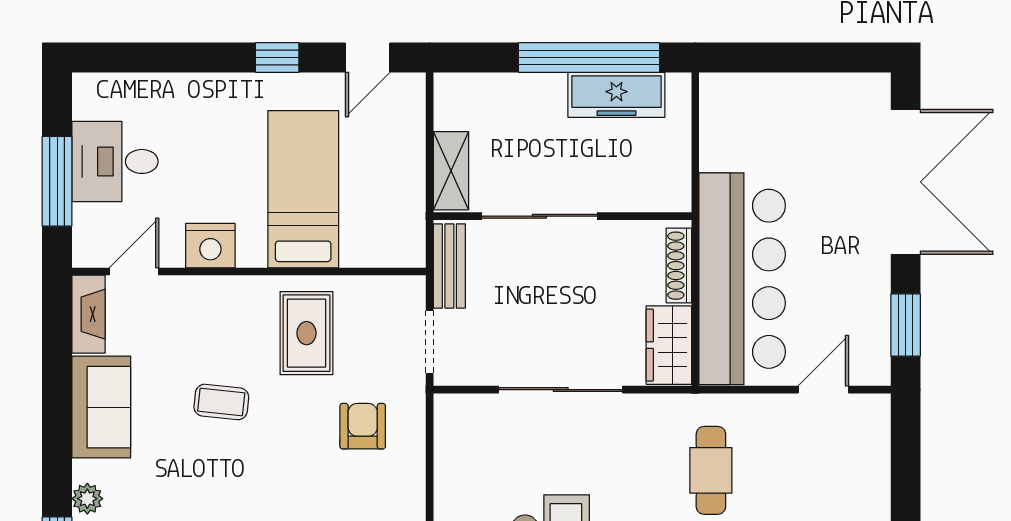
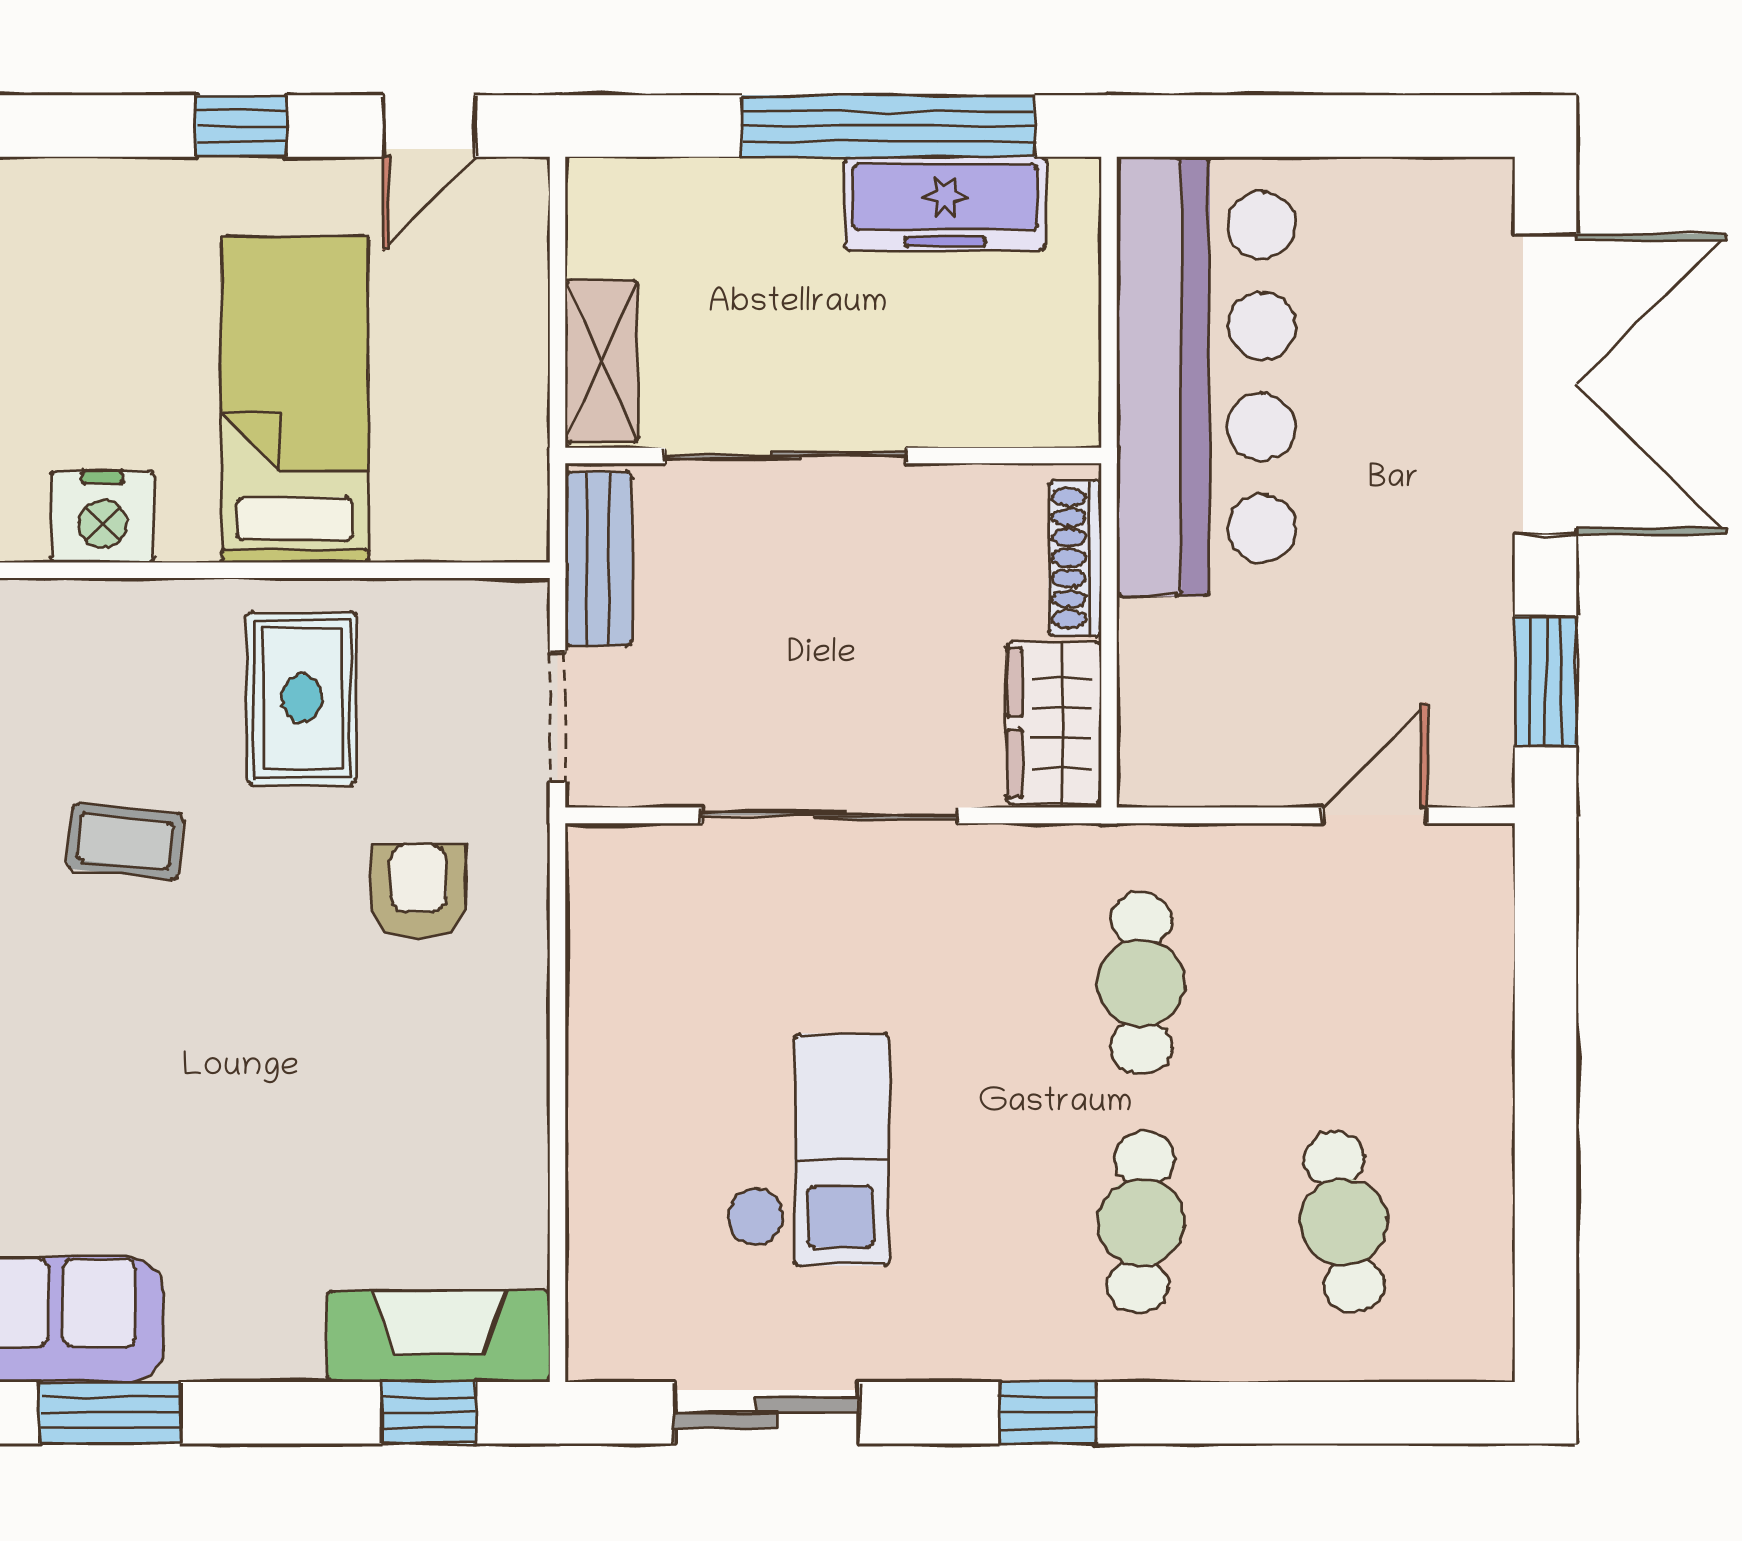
bar counter: (742, 279) -> (1206, 377), moved

